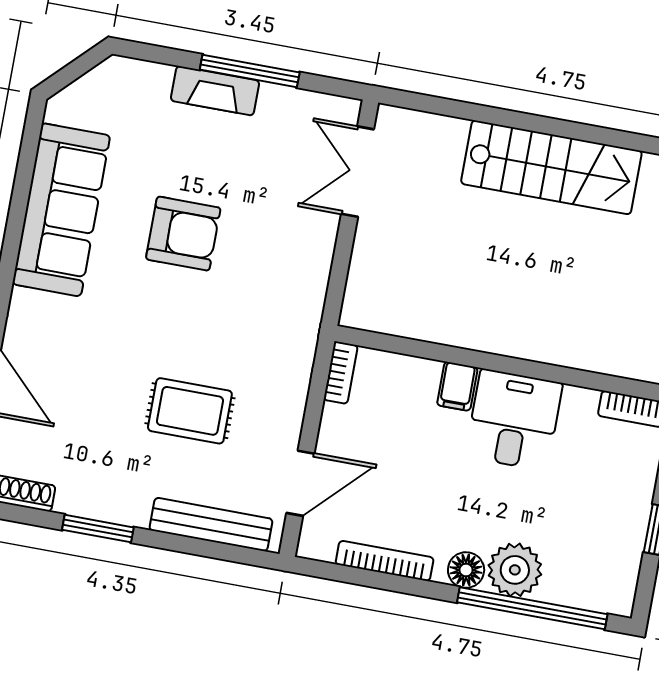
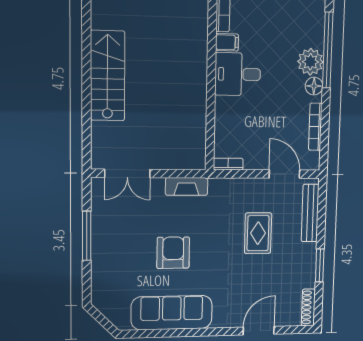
fireplace: (215, 91) -> (187, 186), moved, turned 90
filing cabinet: (457, 386) -> (227, 42), moved

